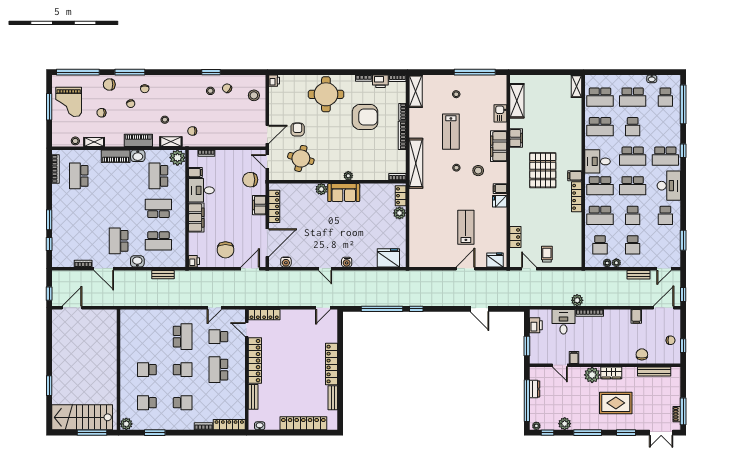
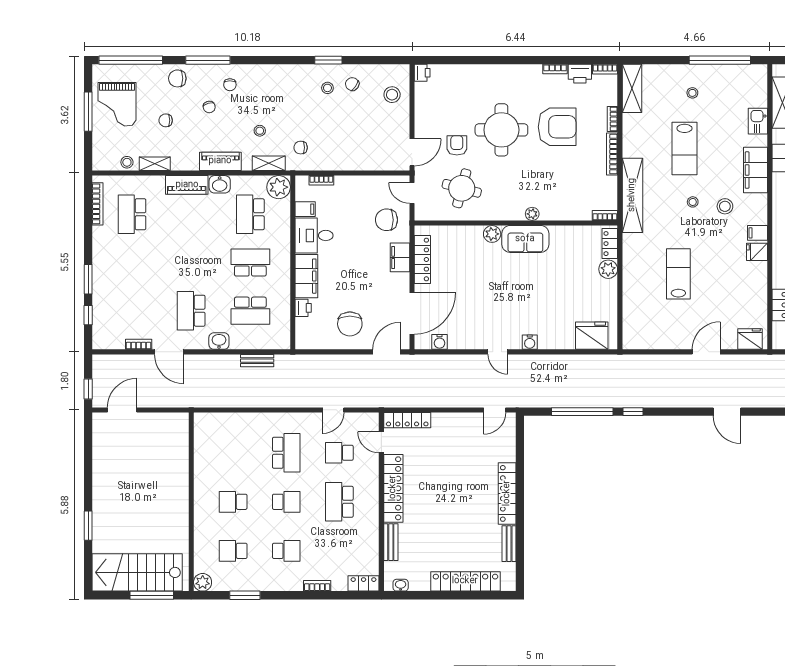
round table: (326, 94) -> (501, 130), moved
lab bench: (466, 227) -> (678, 274), moved
printer: (194, 261) -> (303, 308), moved
locker: (229, 425) -> (364, 583), width x0.66

